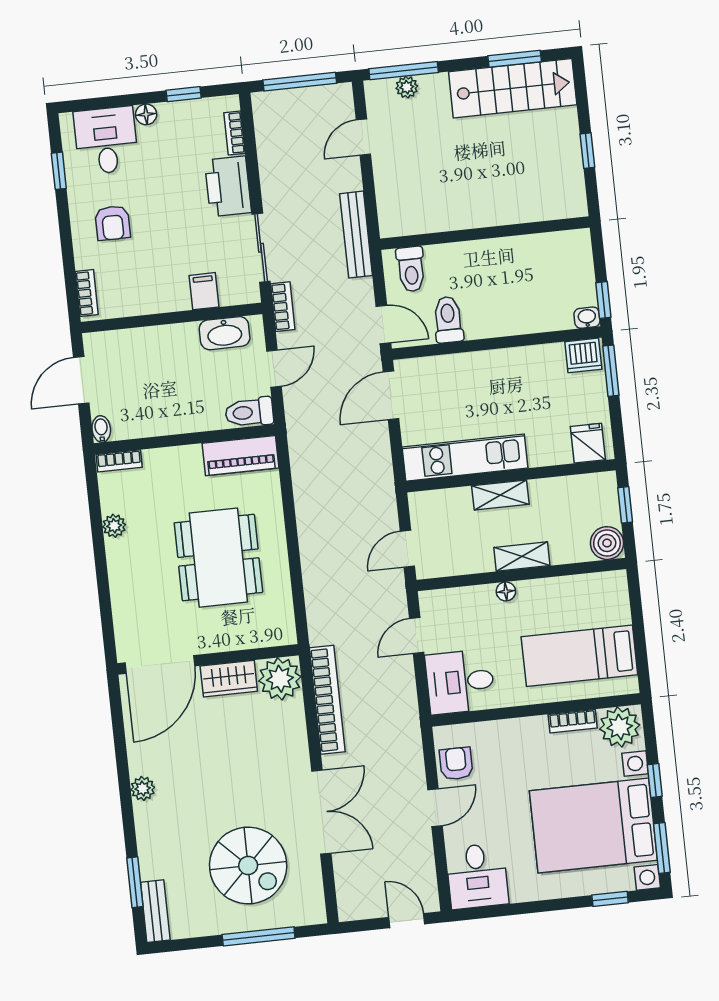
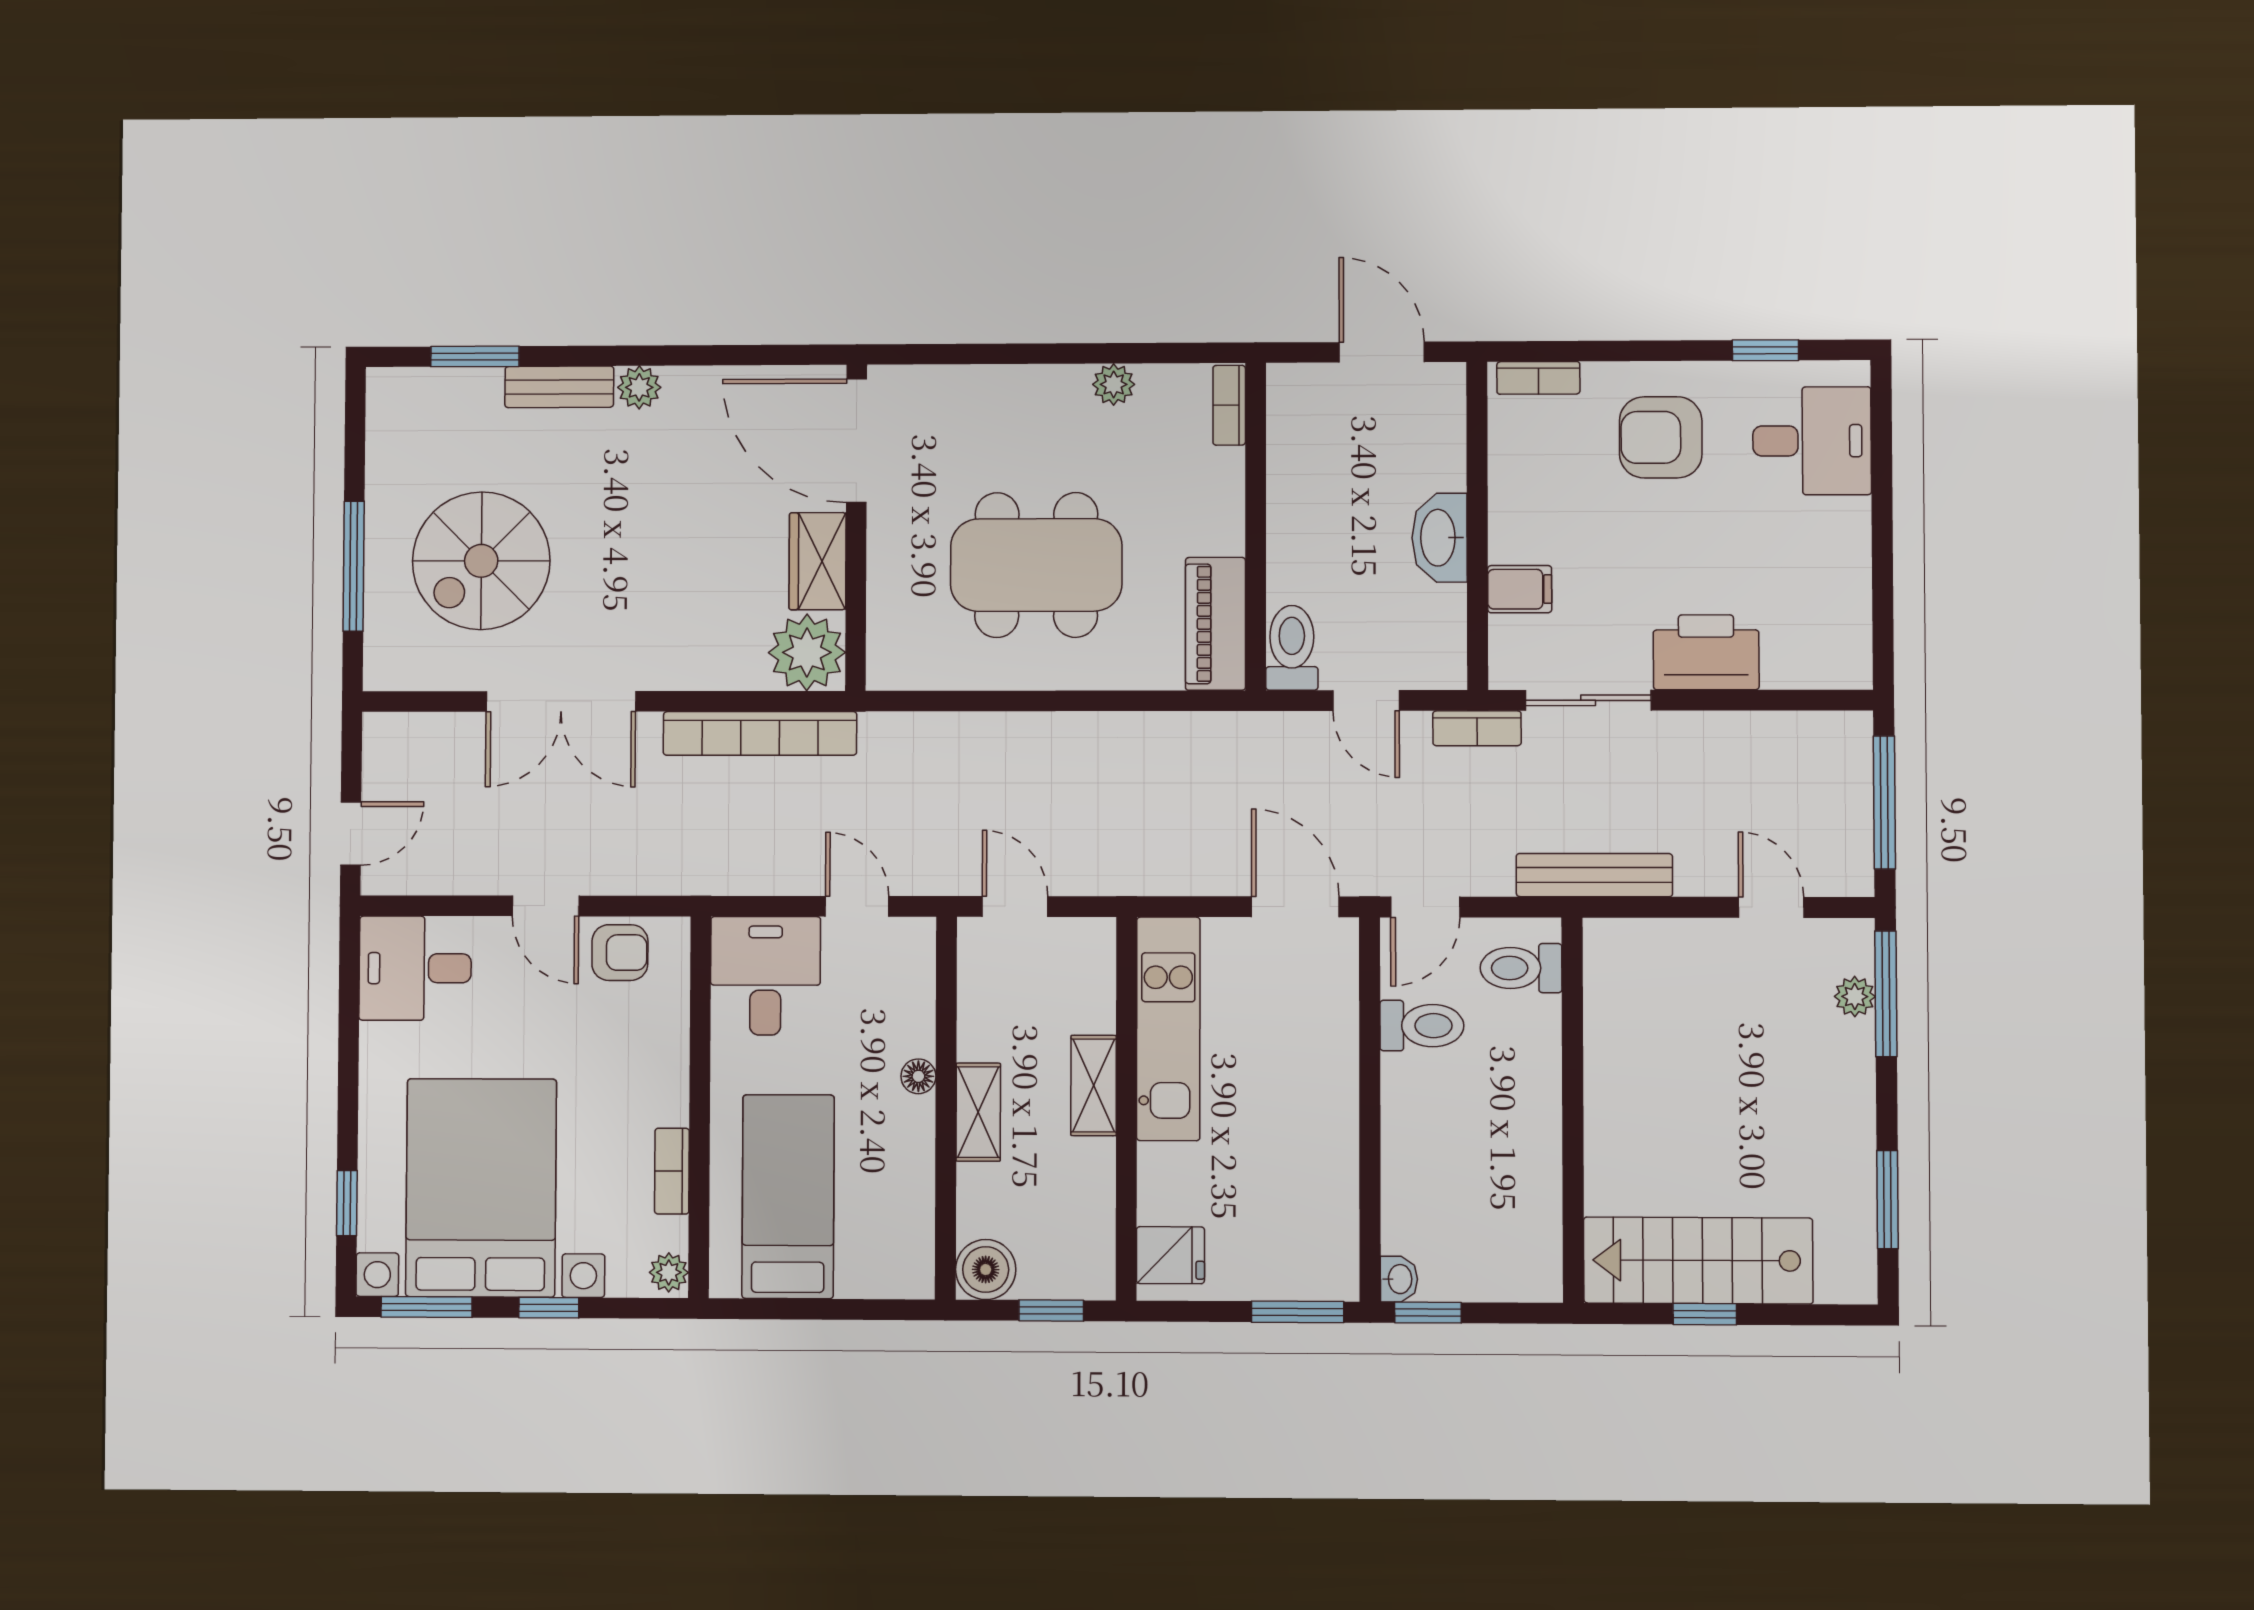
stairs: (513, 88) -> (1698, 1260), moved, turned 90
window: (184, 94) -> (1883, 590), removed
floor lamp: (146, 114) -> (1852, 518), removed
bookcase: (234, 133) -> (1802, 674), removed
armchair: (113, 223) -> (1661, 437), width x1.38, depth x1.38
washbasin: (225, 333) -> (1440, 538), moved
dishwasher: (583, 355) -> (1331, 1265), removed
bidet: (101, 429) -> (1290, 379), removed
plant: (620, 727) -> (669, 1272), width x0.53, depth x0.53
bench: (155, 911) -> (559, 387), moved

